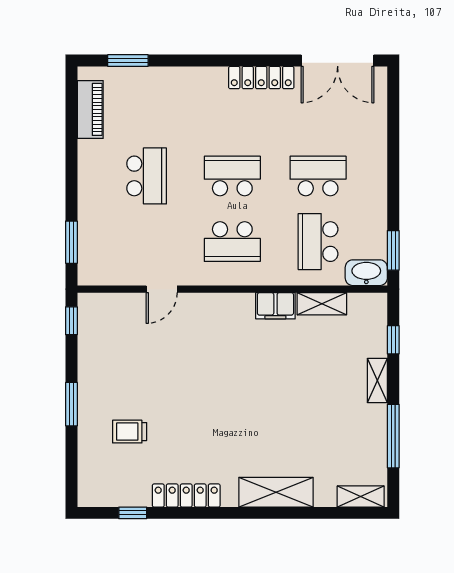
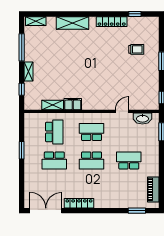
school desk: (147, 176) -> (129, 161), turned 90
window: (393, 250) -> (22, 150), moved
washbasin: (366, 273) -> (142, 118), moved

